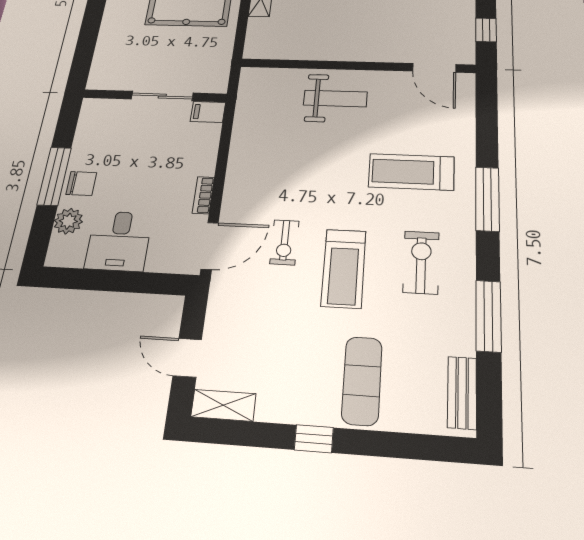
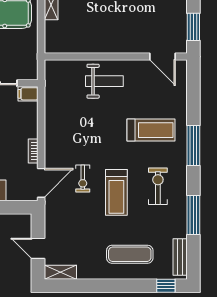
window: (486, 30) -> (193, 27), width x1.50
treadmill: (411, 172) -> (151, 130), turned 180
exercise mat: (362, 381) -> (130, 254), turned 90
window: (314, 439) -> (166, 286), moved

